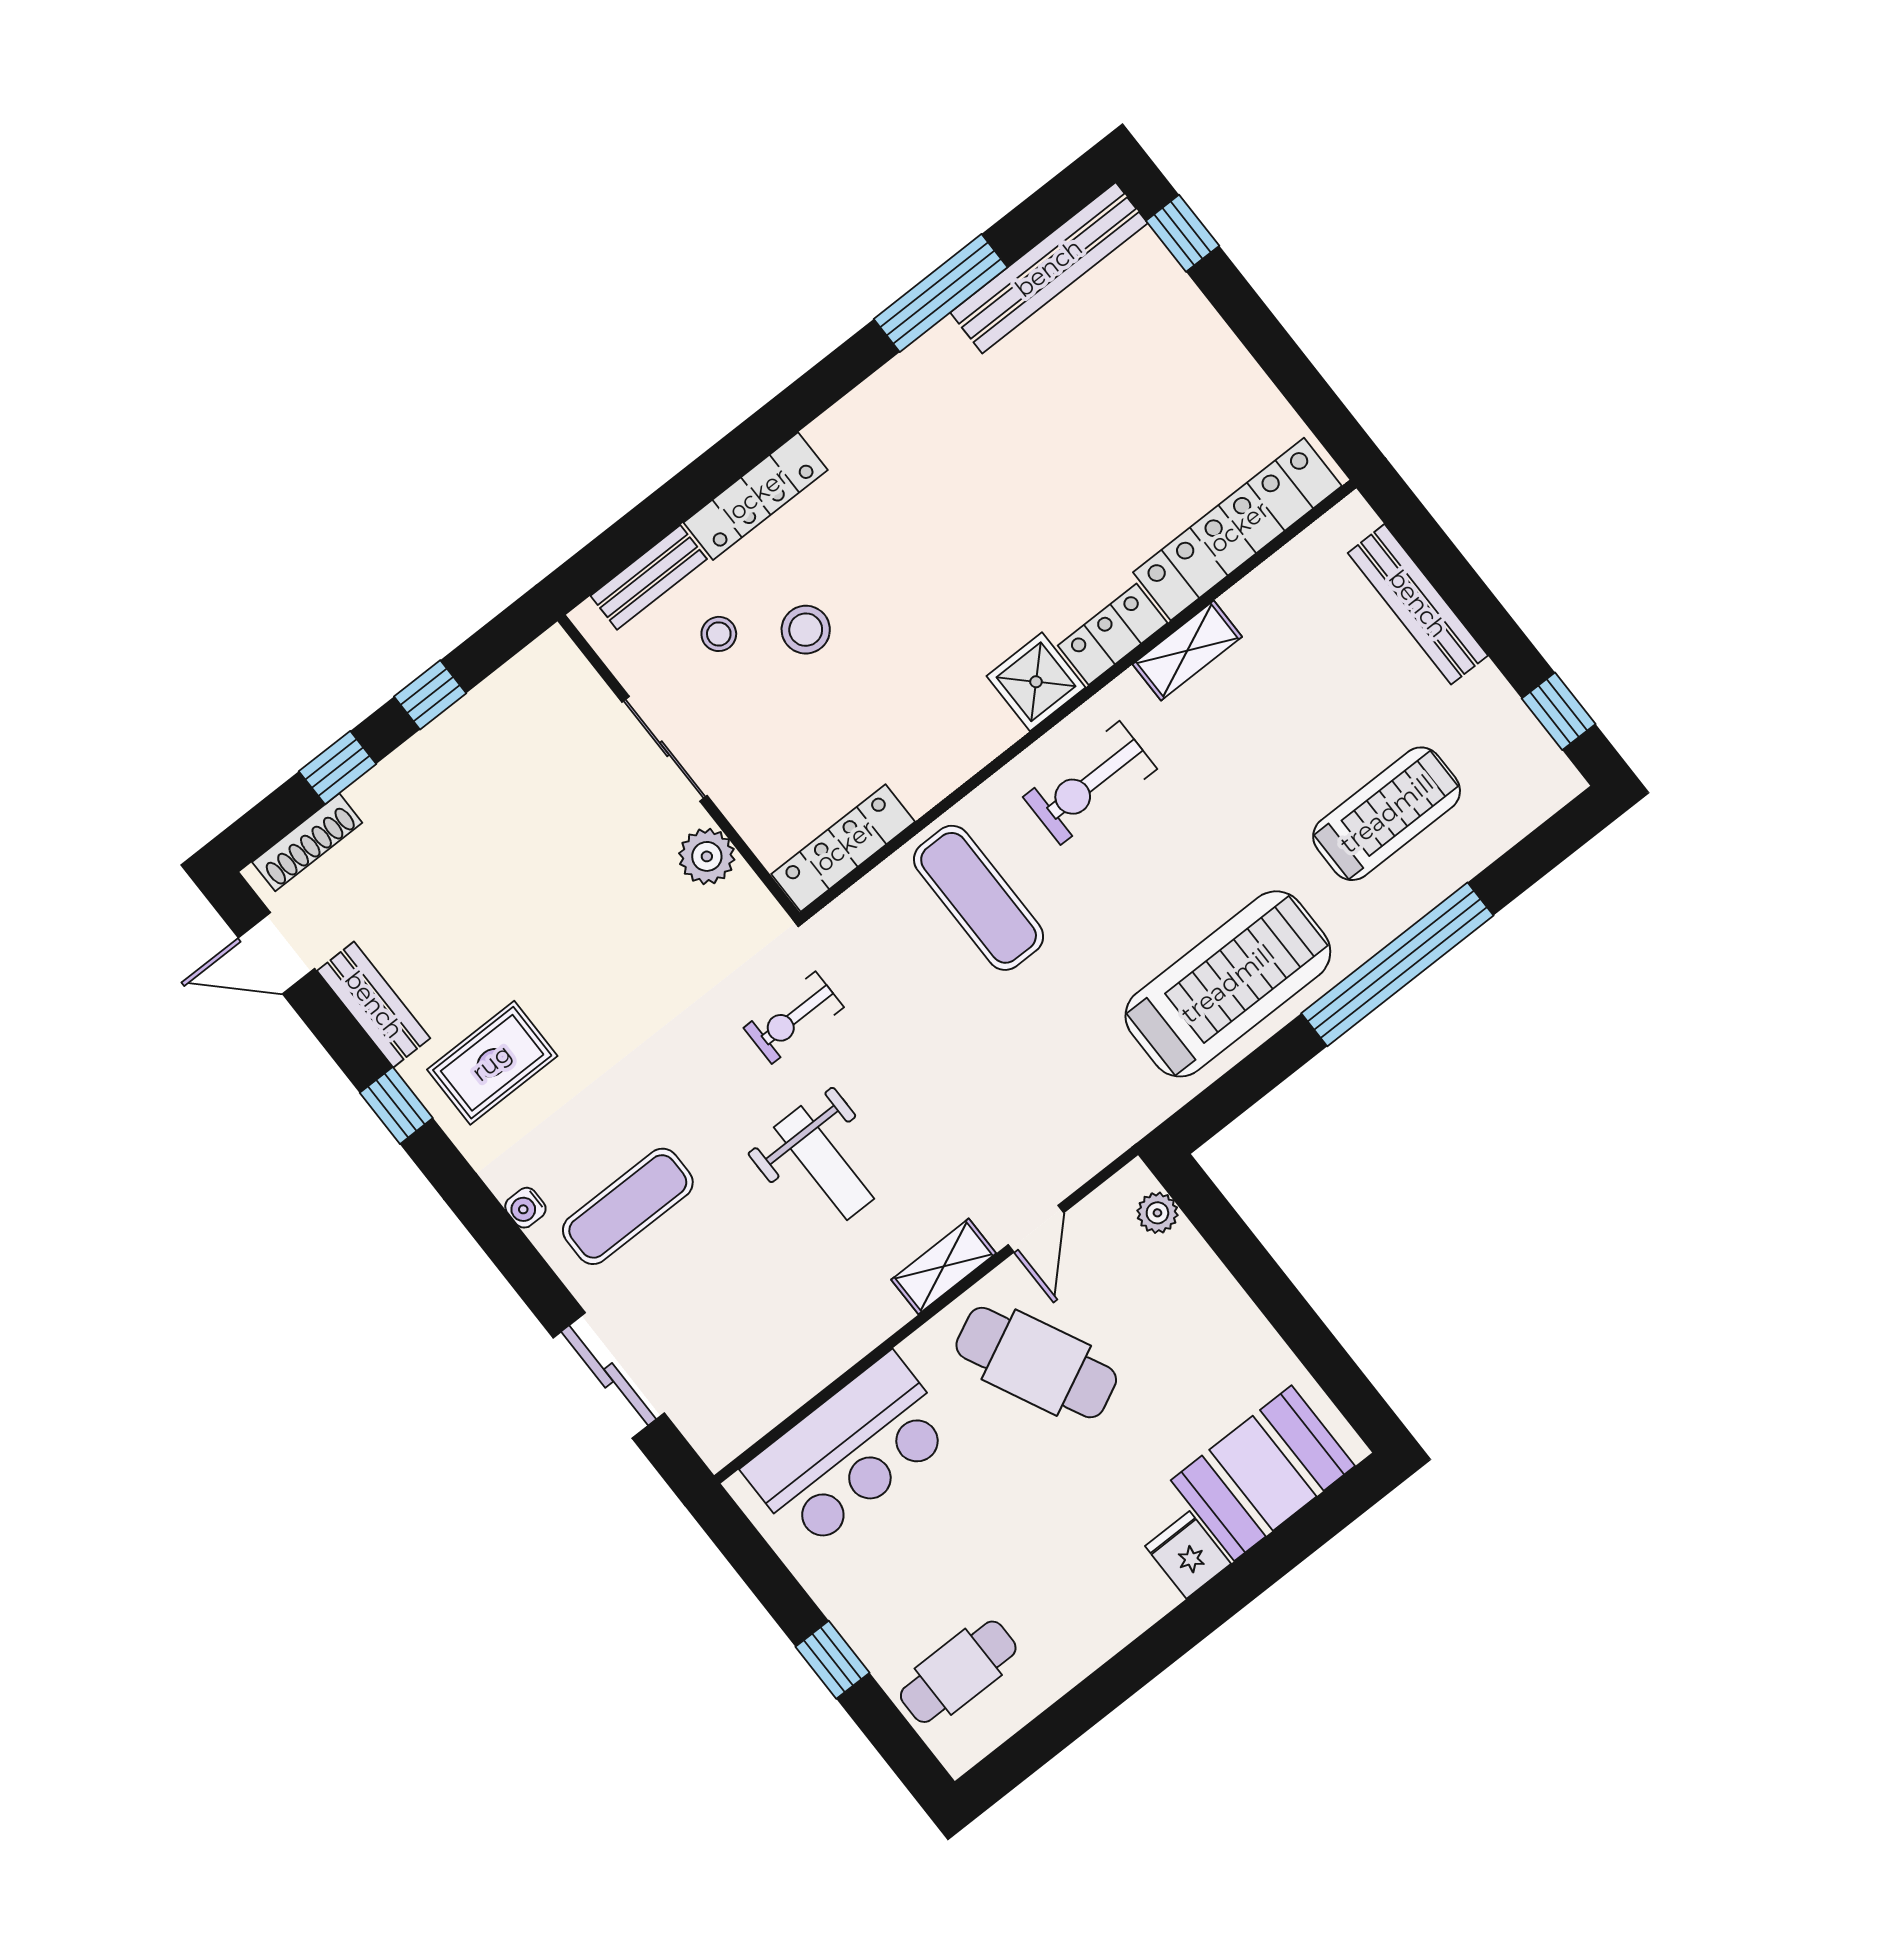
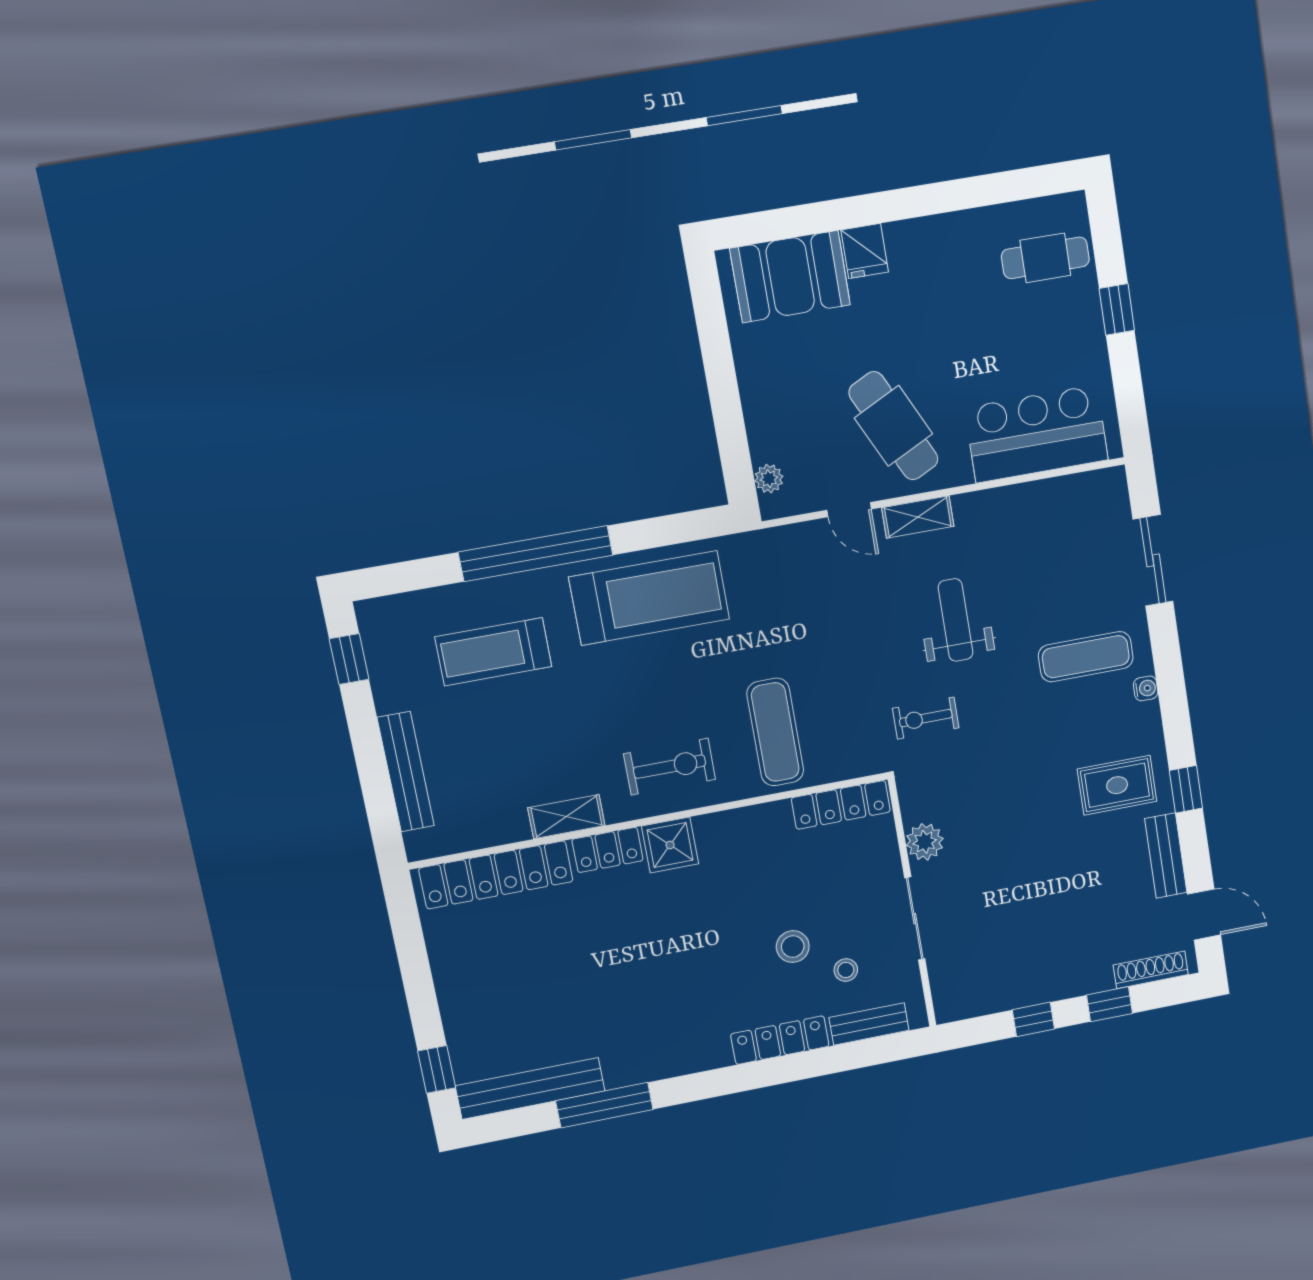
treadmill: (1228, 984) -> (649, 598), turned 180
exercise bike: (794, 1018) -> (926, 718), turned 180
door: (1036, 1229) -> (849, 510), swing flipped

